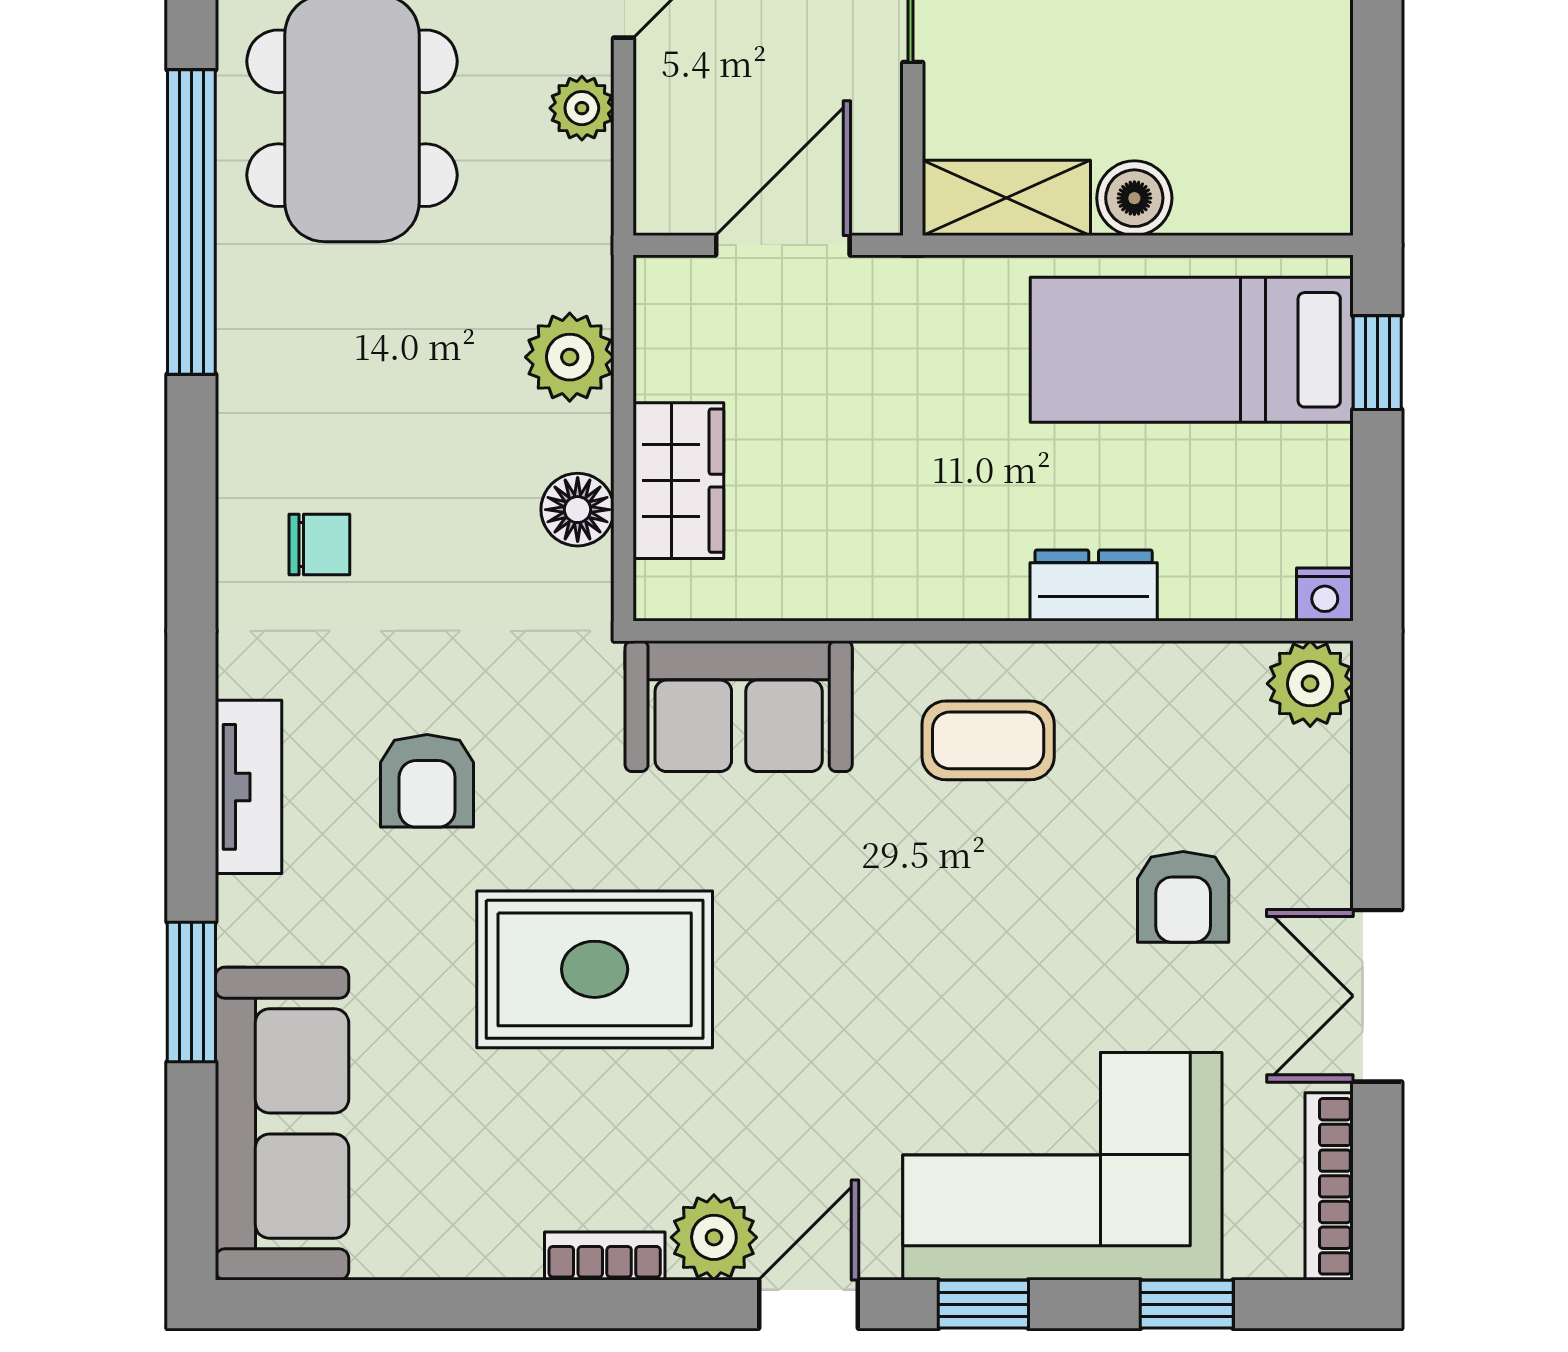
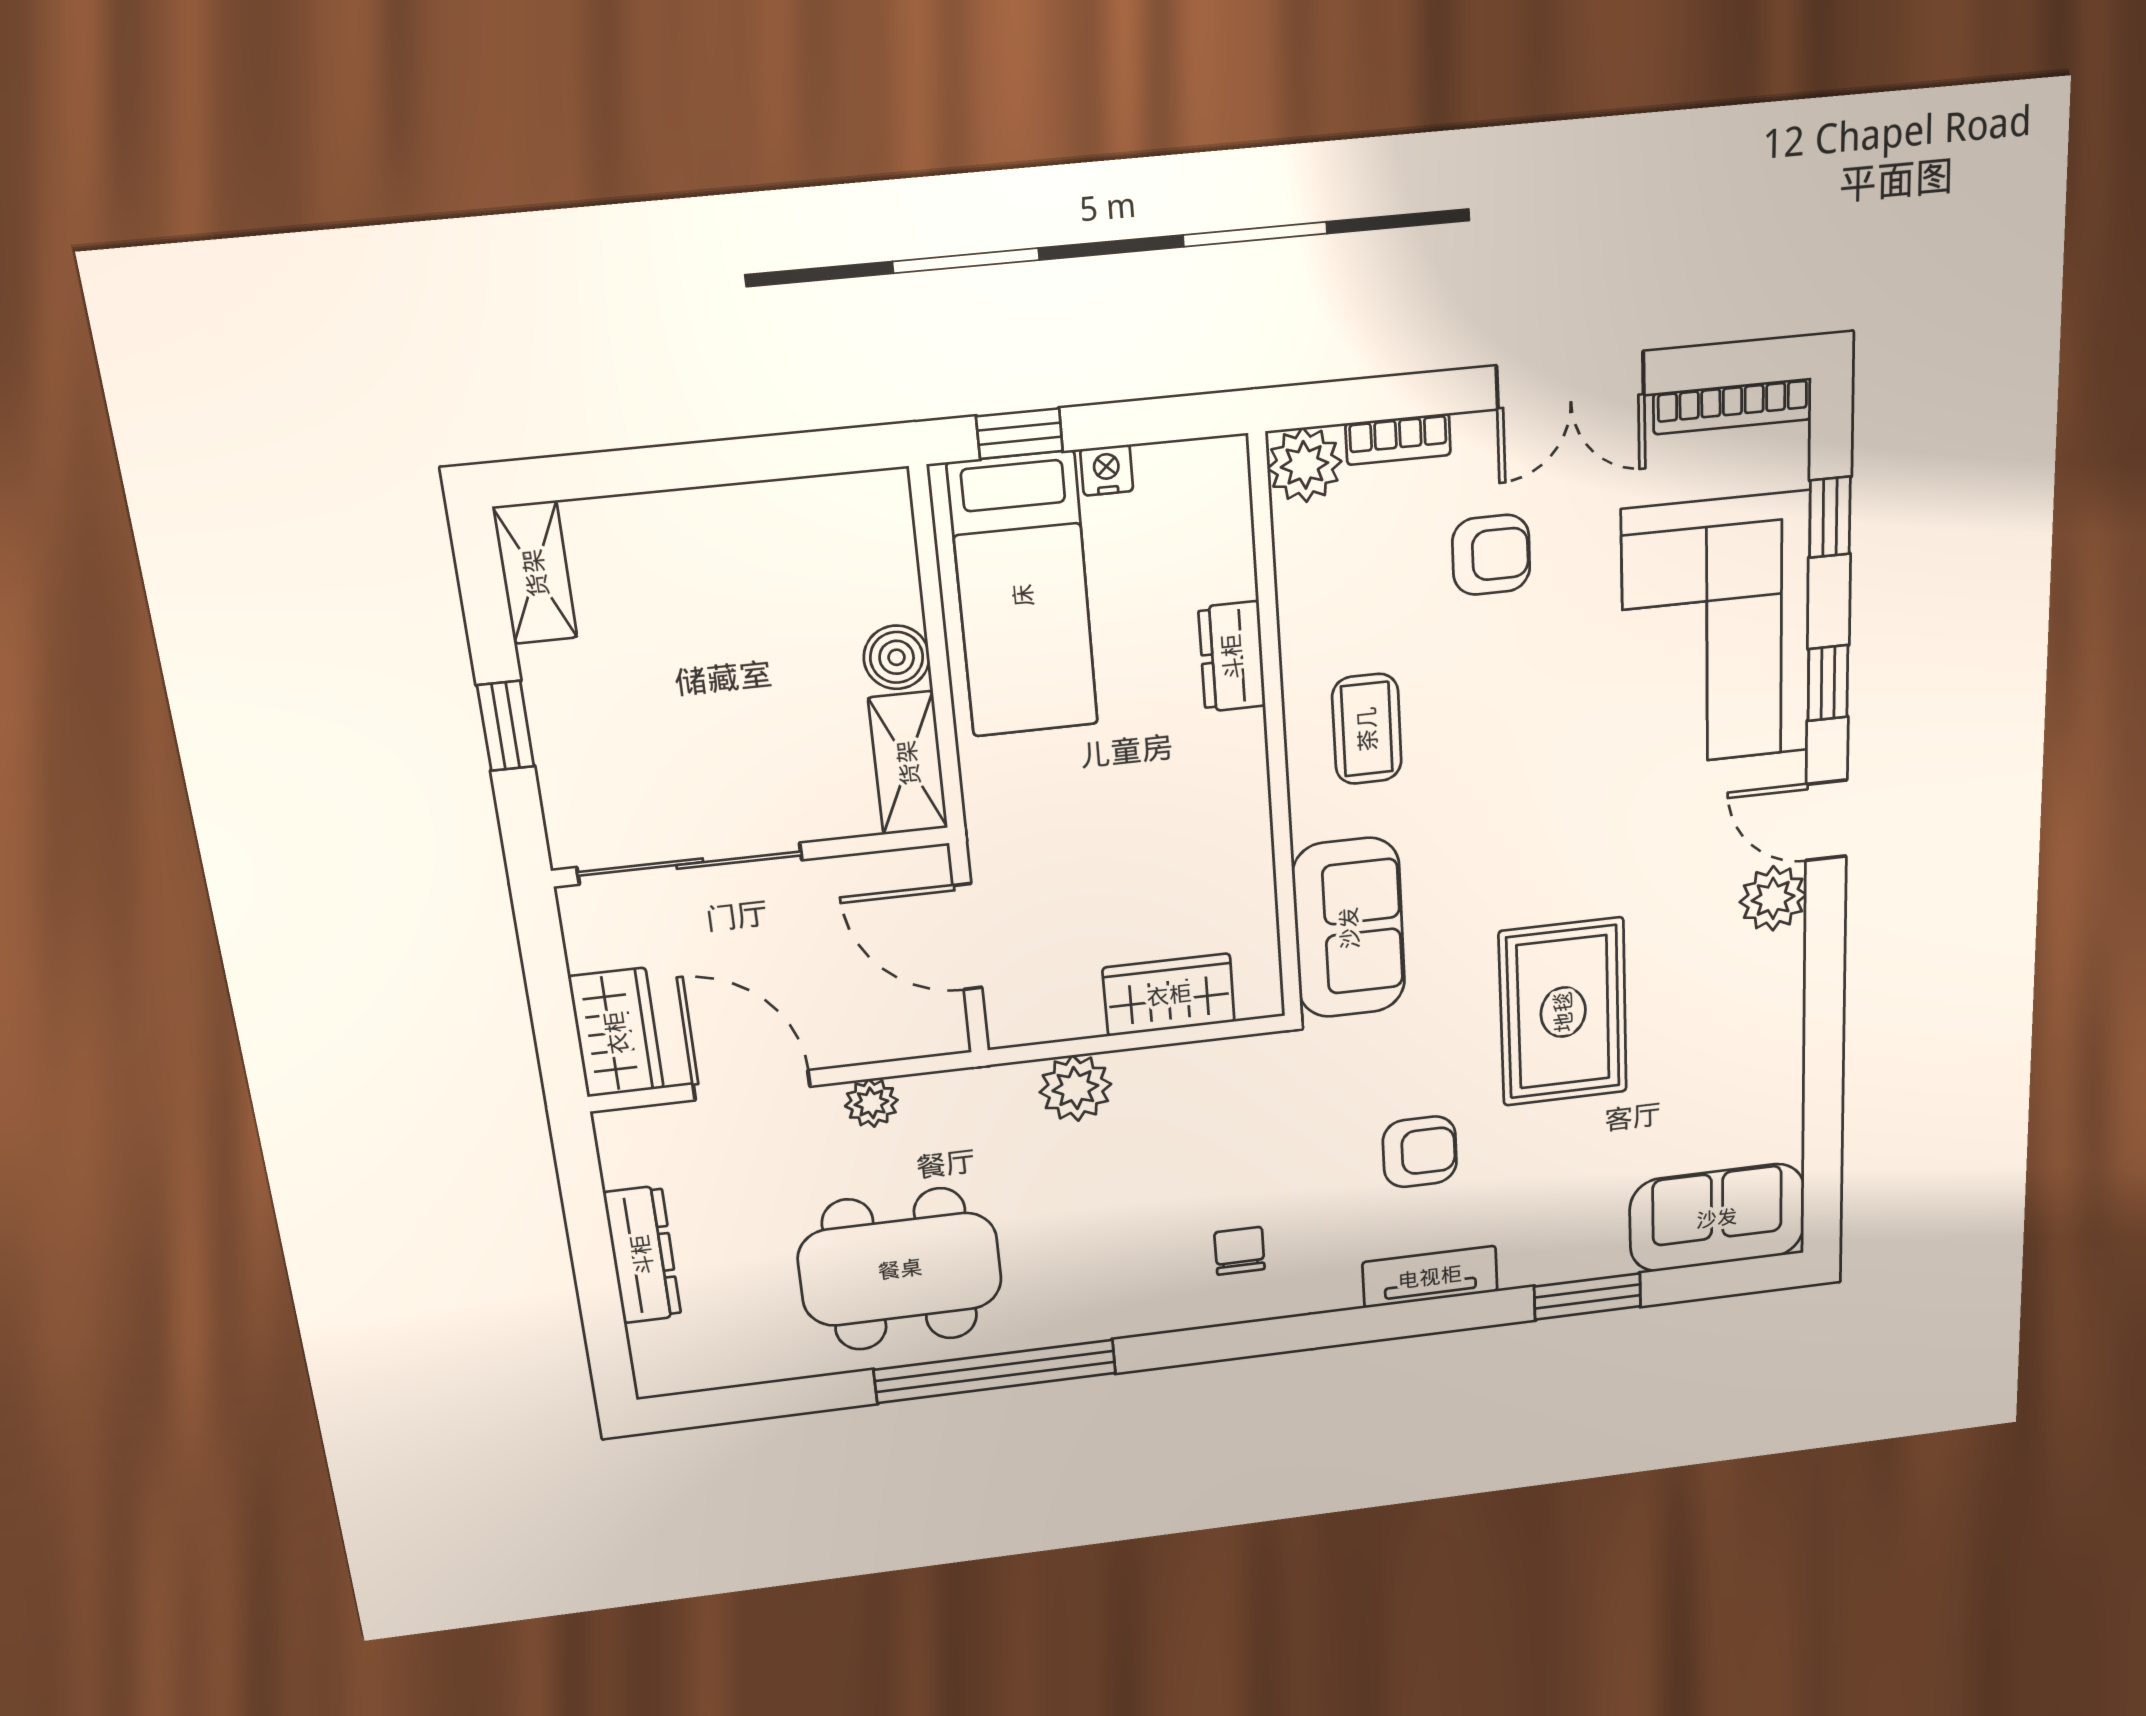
floor lamp: (578, 510) -> (1198, 1068), removed
nightstand: (1325, 595) -> (1107, 470), moved, turned -90
sofa: (282, 1124) -> (1717, 1218), width x0.73
bookcase: (605, 1256) -> (1398, 439), moved, turned -90

